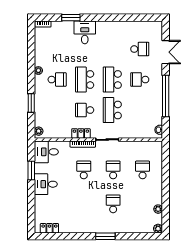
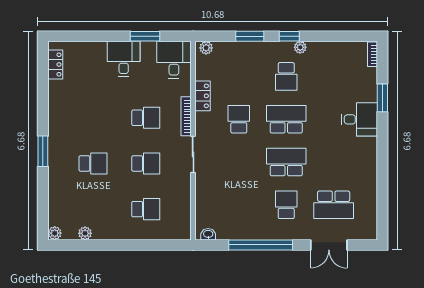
school desk: (140, 49) -> (334, 205), width x1.85
window: (31, 78) -> (289, 36), added
school desk: (112, 110) -> (239, 162), removed
locker: (81, 133) -> (203, 96), moved

